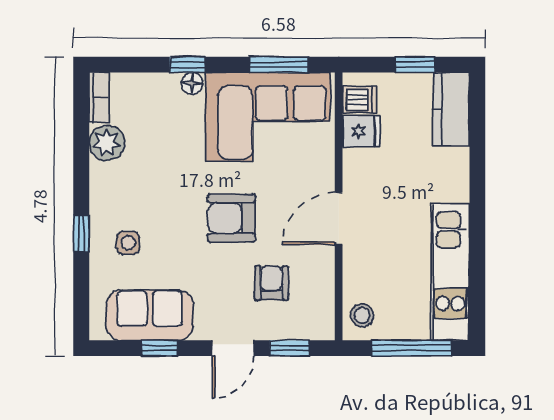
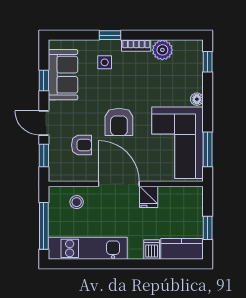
window: (188, 65) -> (208, 62), moved
bookcase: (99, 98) -> (136, 45), moved
dishwasher: (360, 100) -> (152, 250), moved, turned 180
fridge: (361, 131) -> (149, 197), moved
armchair: (231, 218) -> (119, 122), turned 180
door: (339, 218) -> (119, 184), width x1.36
stool: (362, 315) -> (77, 202), moved

